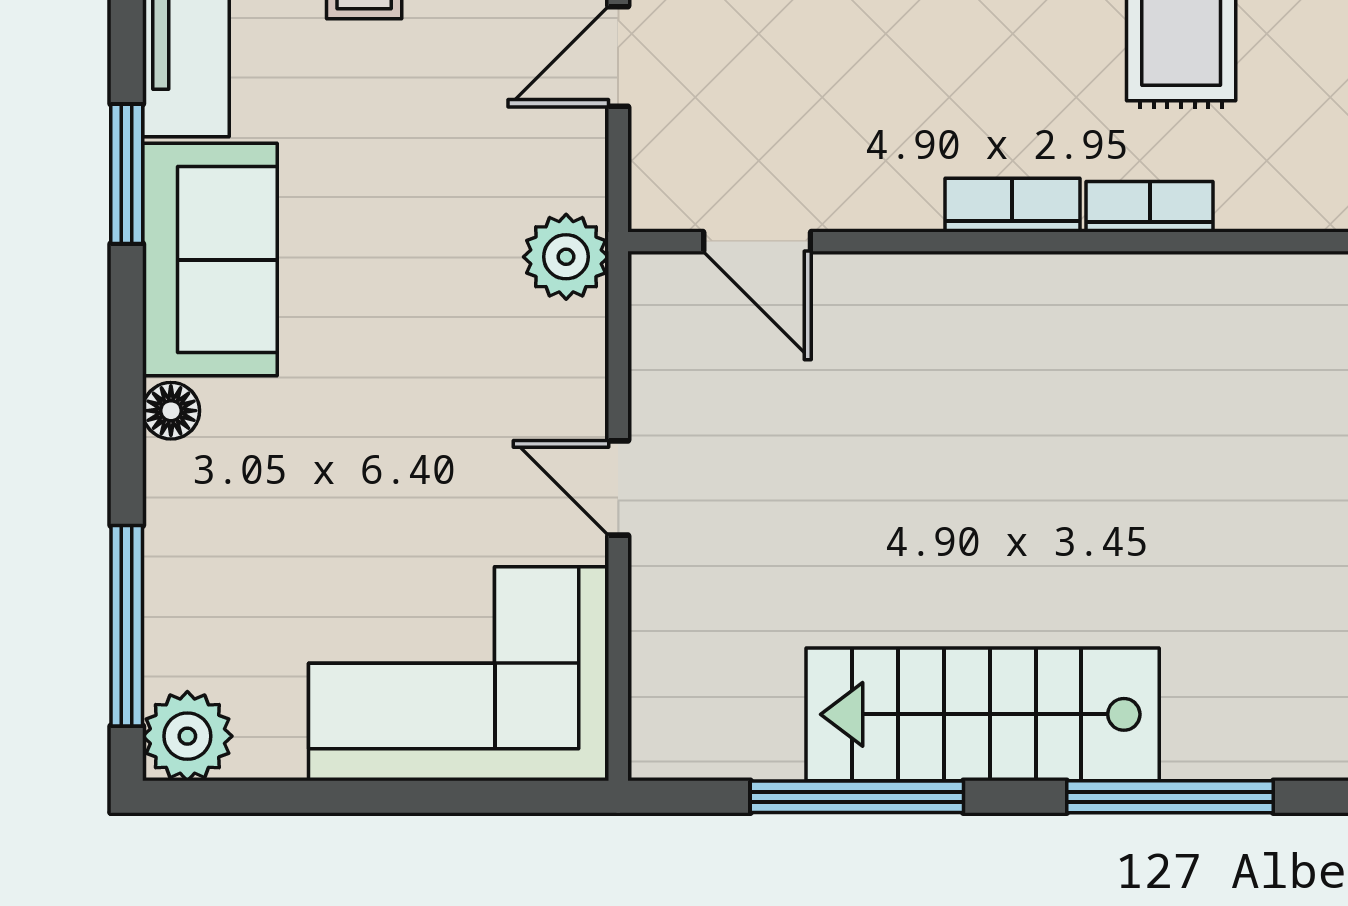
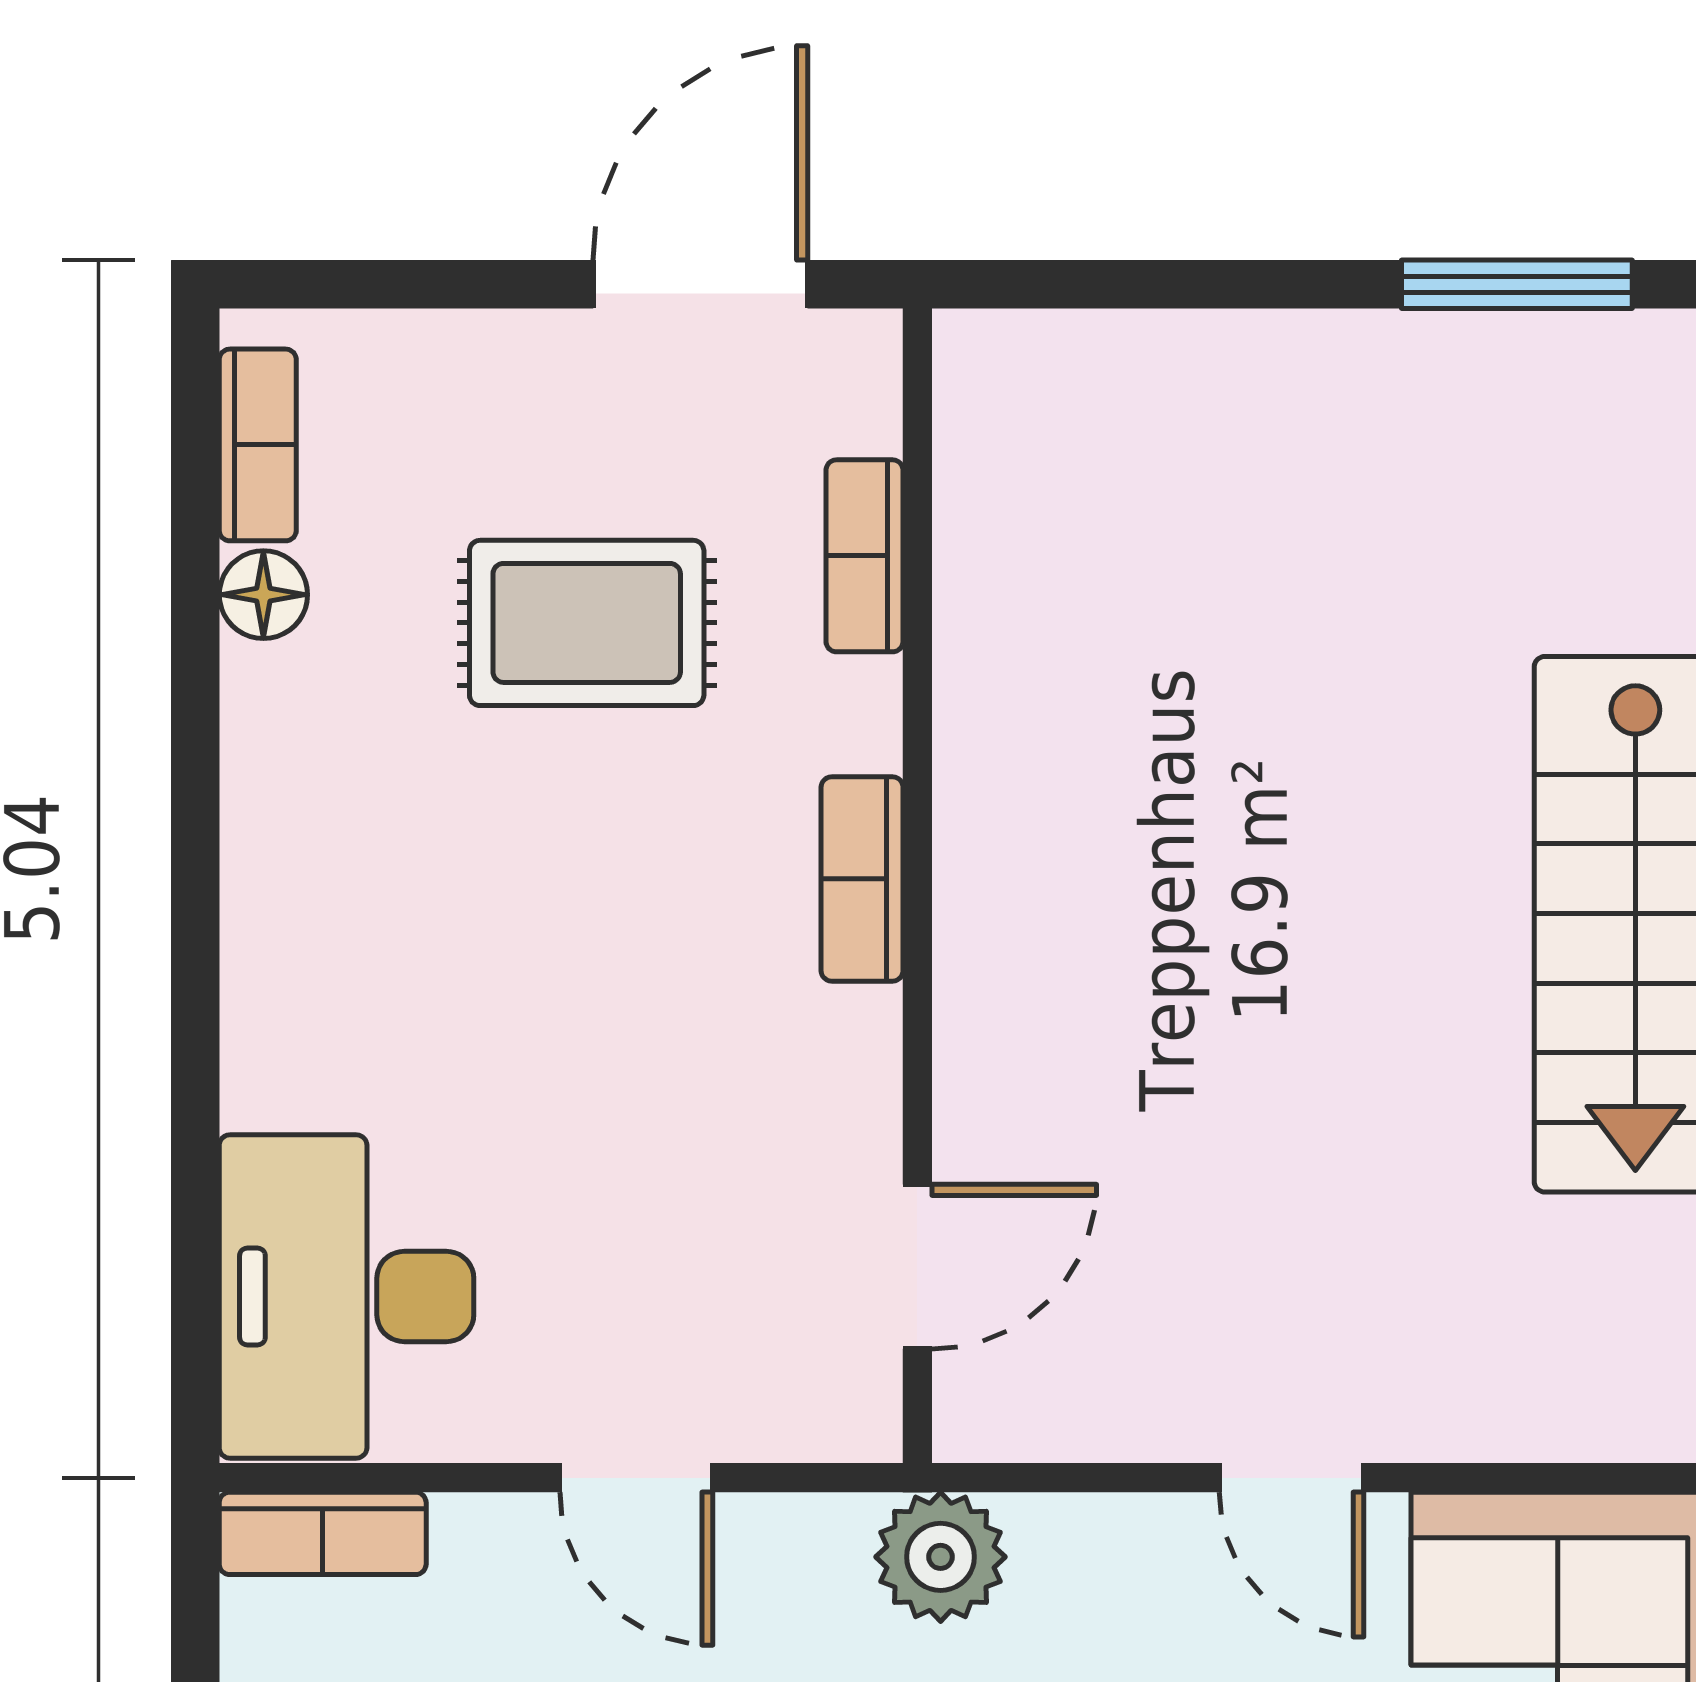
bookcase: (1150, 207) -> (865, 556), moved
door: (618, 488) -> (1292, 1478), hinge flipped

